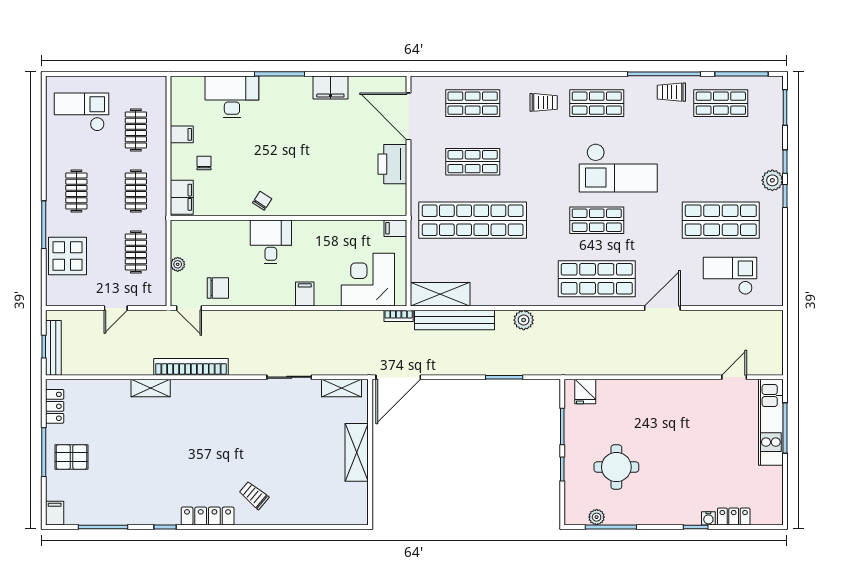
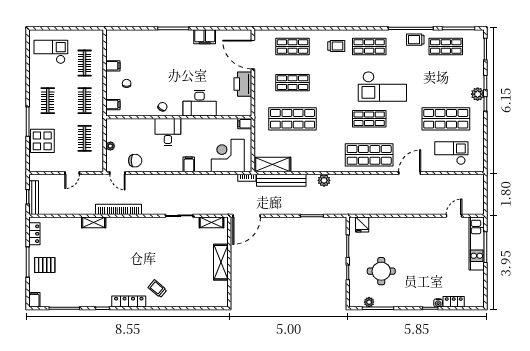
desk: (232, 97) -> (200, 103), moved, turned 180
filing cabinet: (182, 197) -> (113, 105), width x0.50
shop shelf: (473, 220) -> (293, 119), width x0.71

